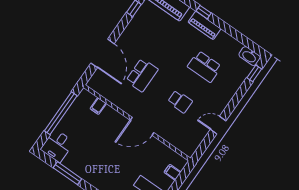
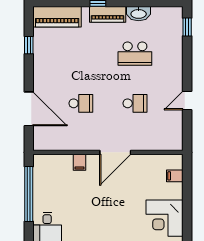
washbasin: (250, 56) -> (139, 14), moved
school desk: (142, 75) -> (81, 103), width x0.54
filing cabinet: (98, 106) -> (79, 162), moved

